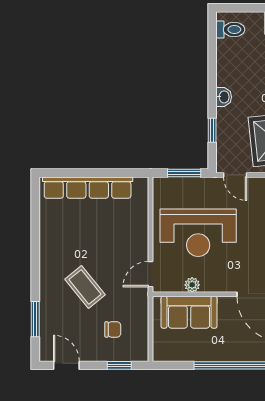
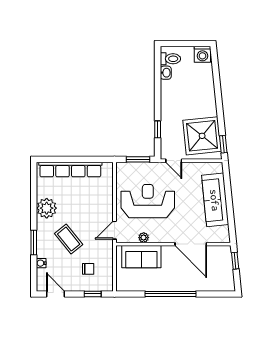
washbasin: (224, 97) -> (166, 73), moved
reception desk: (198, 233) -> (148, 201), turned 180
plant: (54, 243) -> (47, 208), added
window: (35, 319) -> (34, 242), moved
water cooler: (46, 321) -> (41, 263), added

